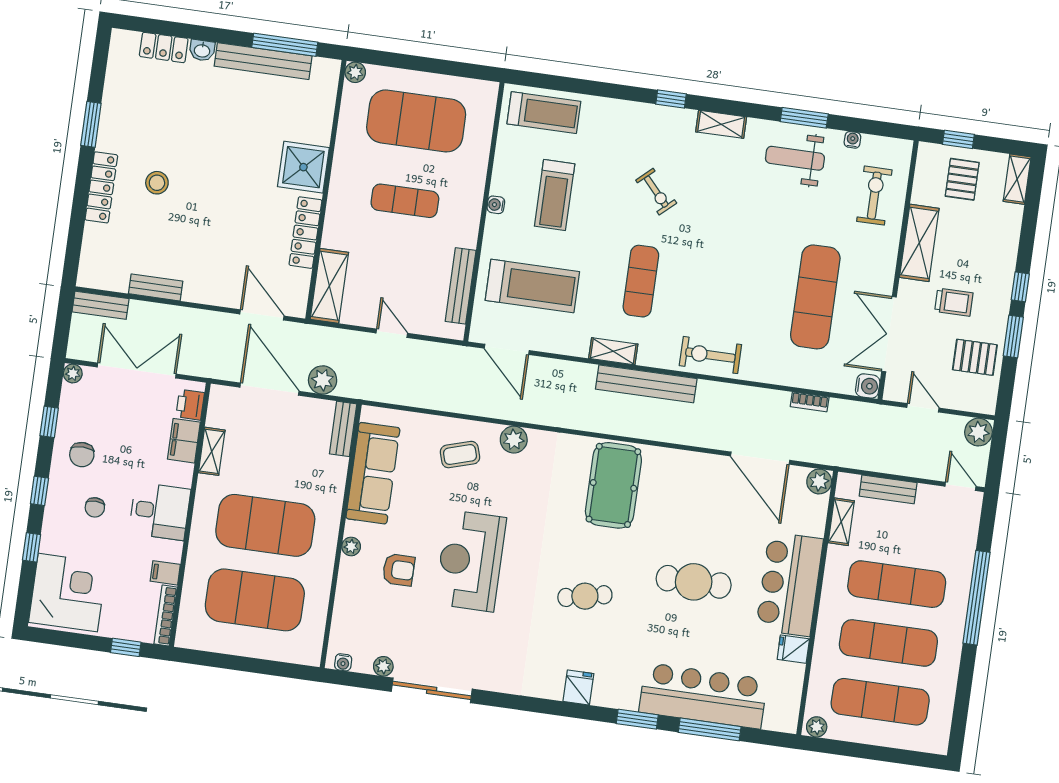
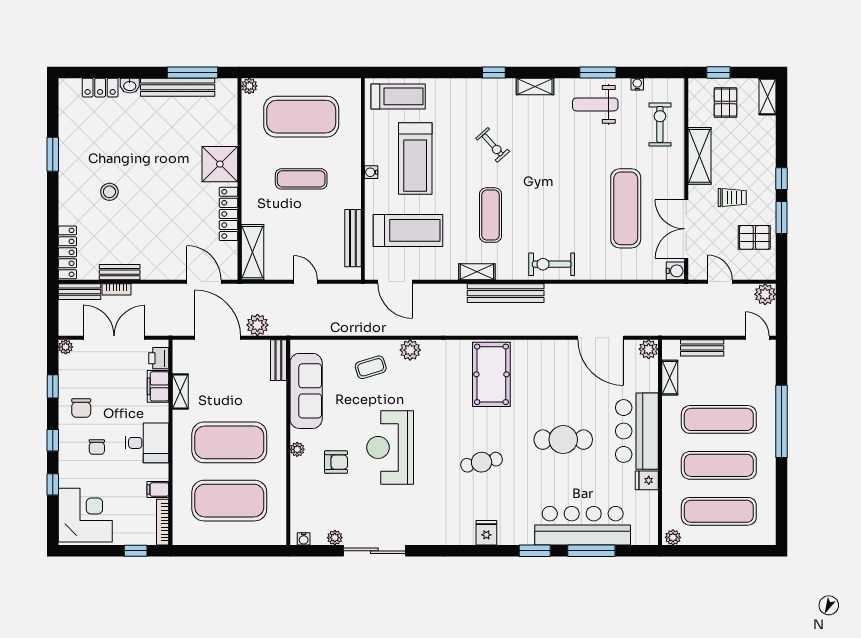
locker: (101, 187) -> (67, 252), moved
treadmill: (555, 195) -> (415, 158), width x1.37, depth x1.38
bookcase: (810, 402) -> (116, 289), moved

